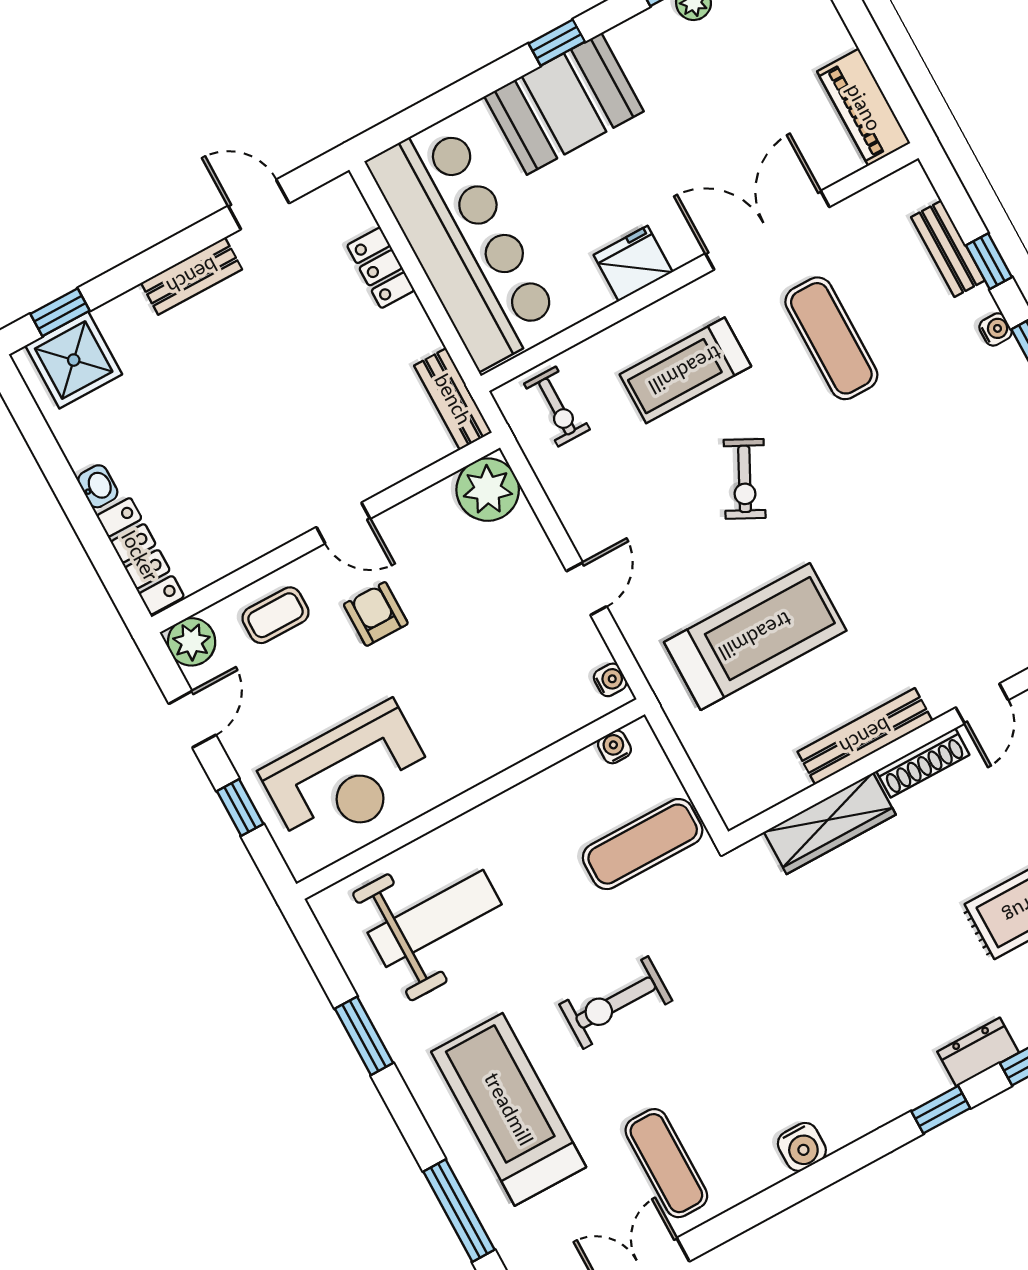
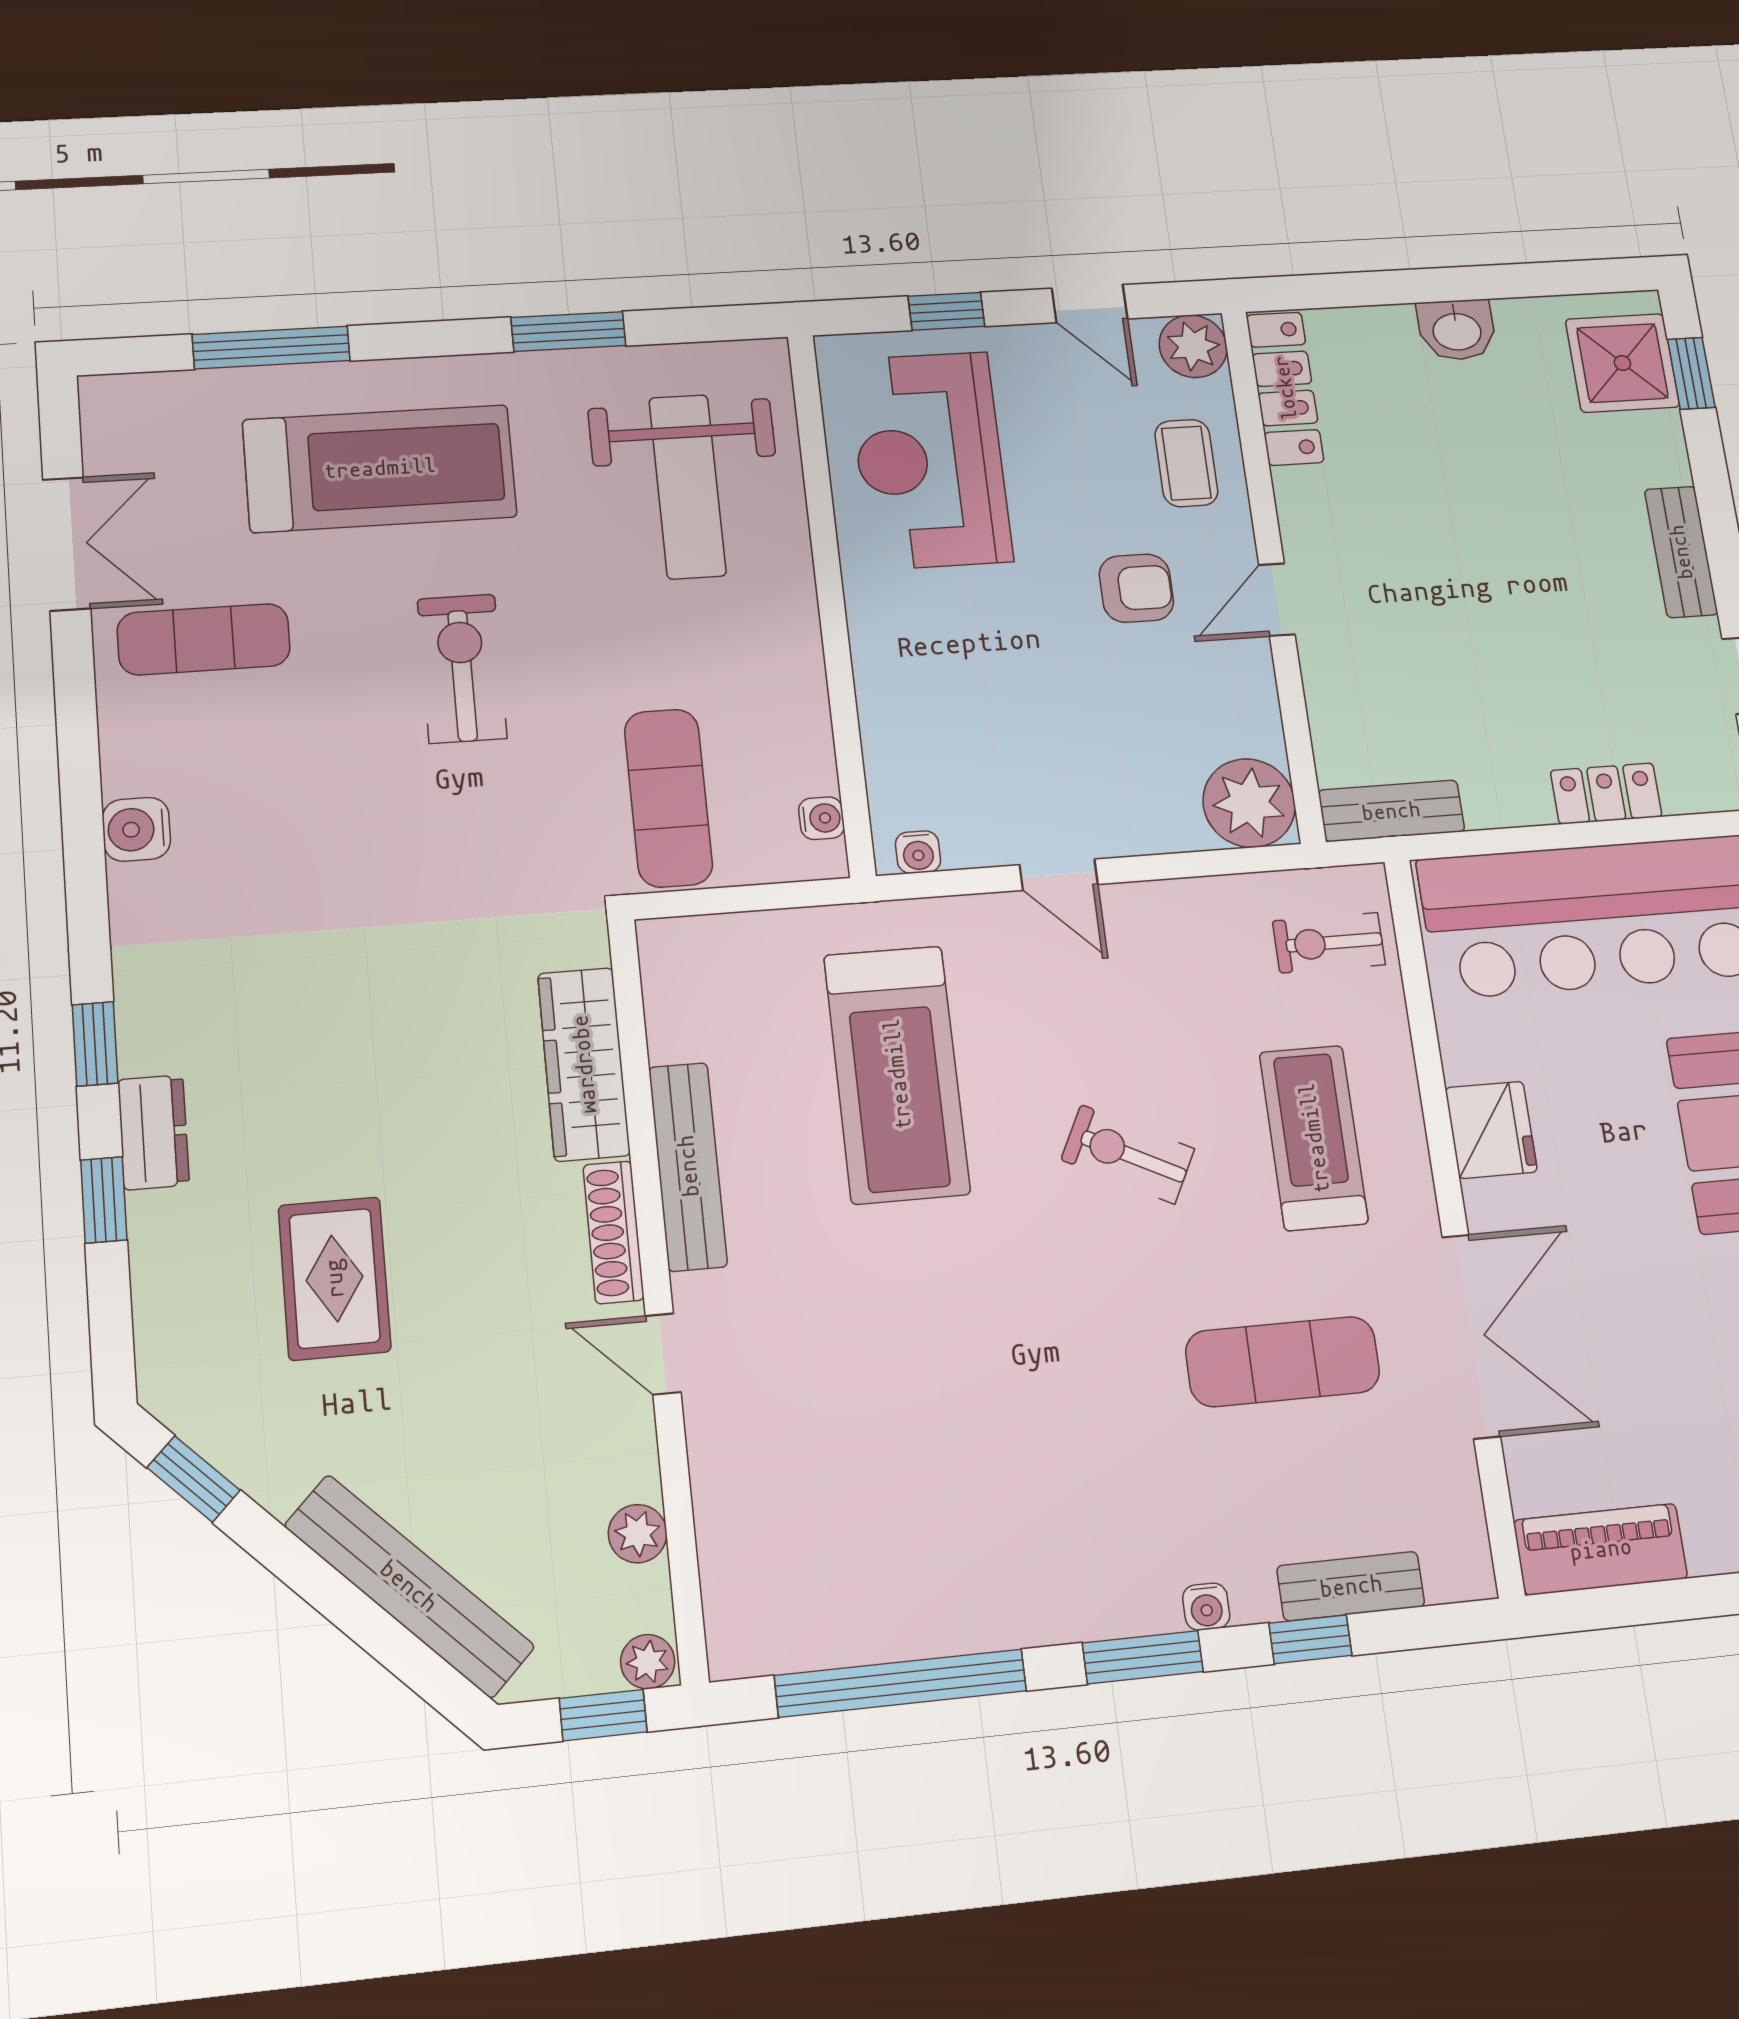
washbasin: (98, 486) -> (1457, 330), width x1.38, depth x1.45
locker: (140, 556) -> (1285, 388), moved, turned -90

